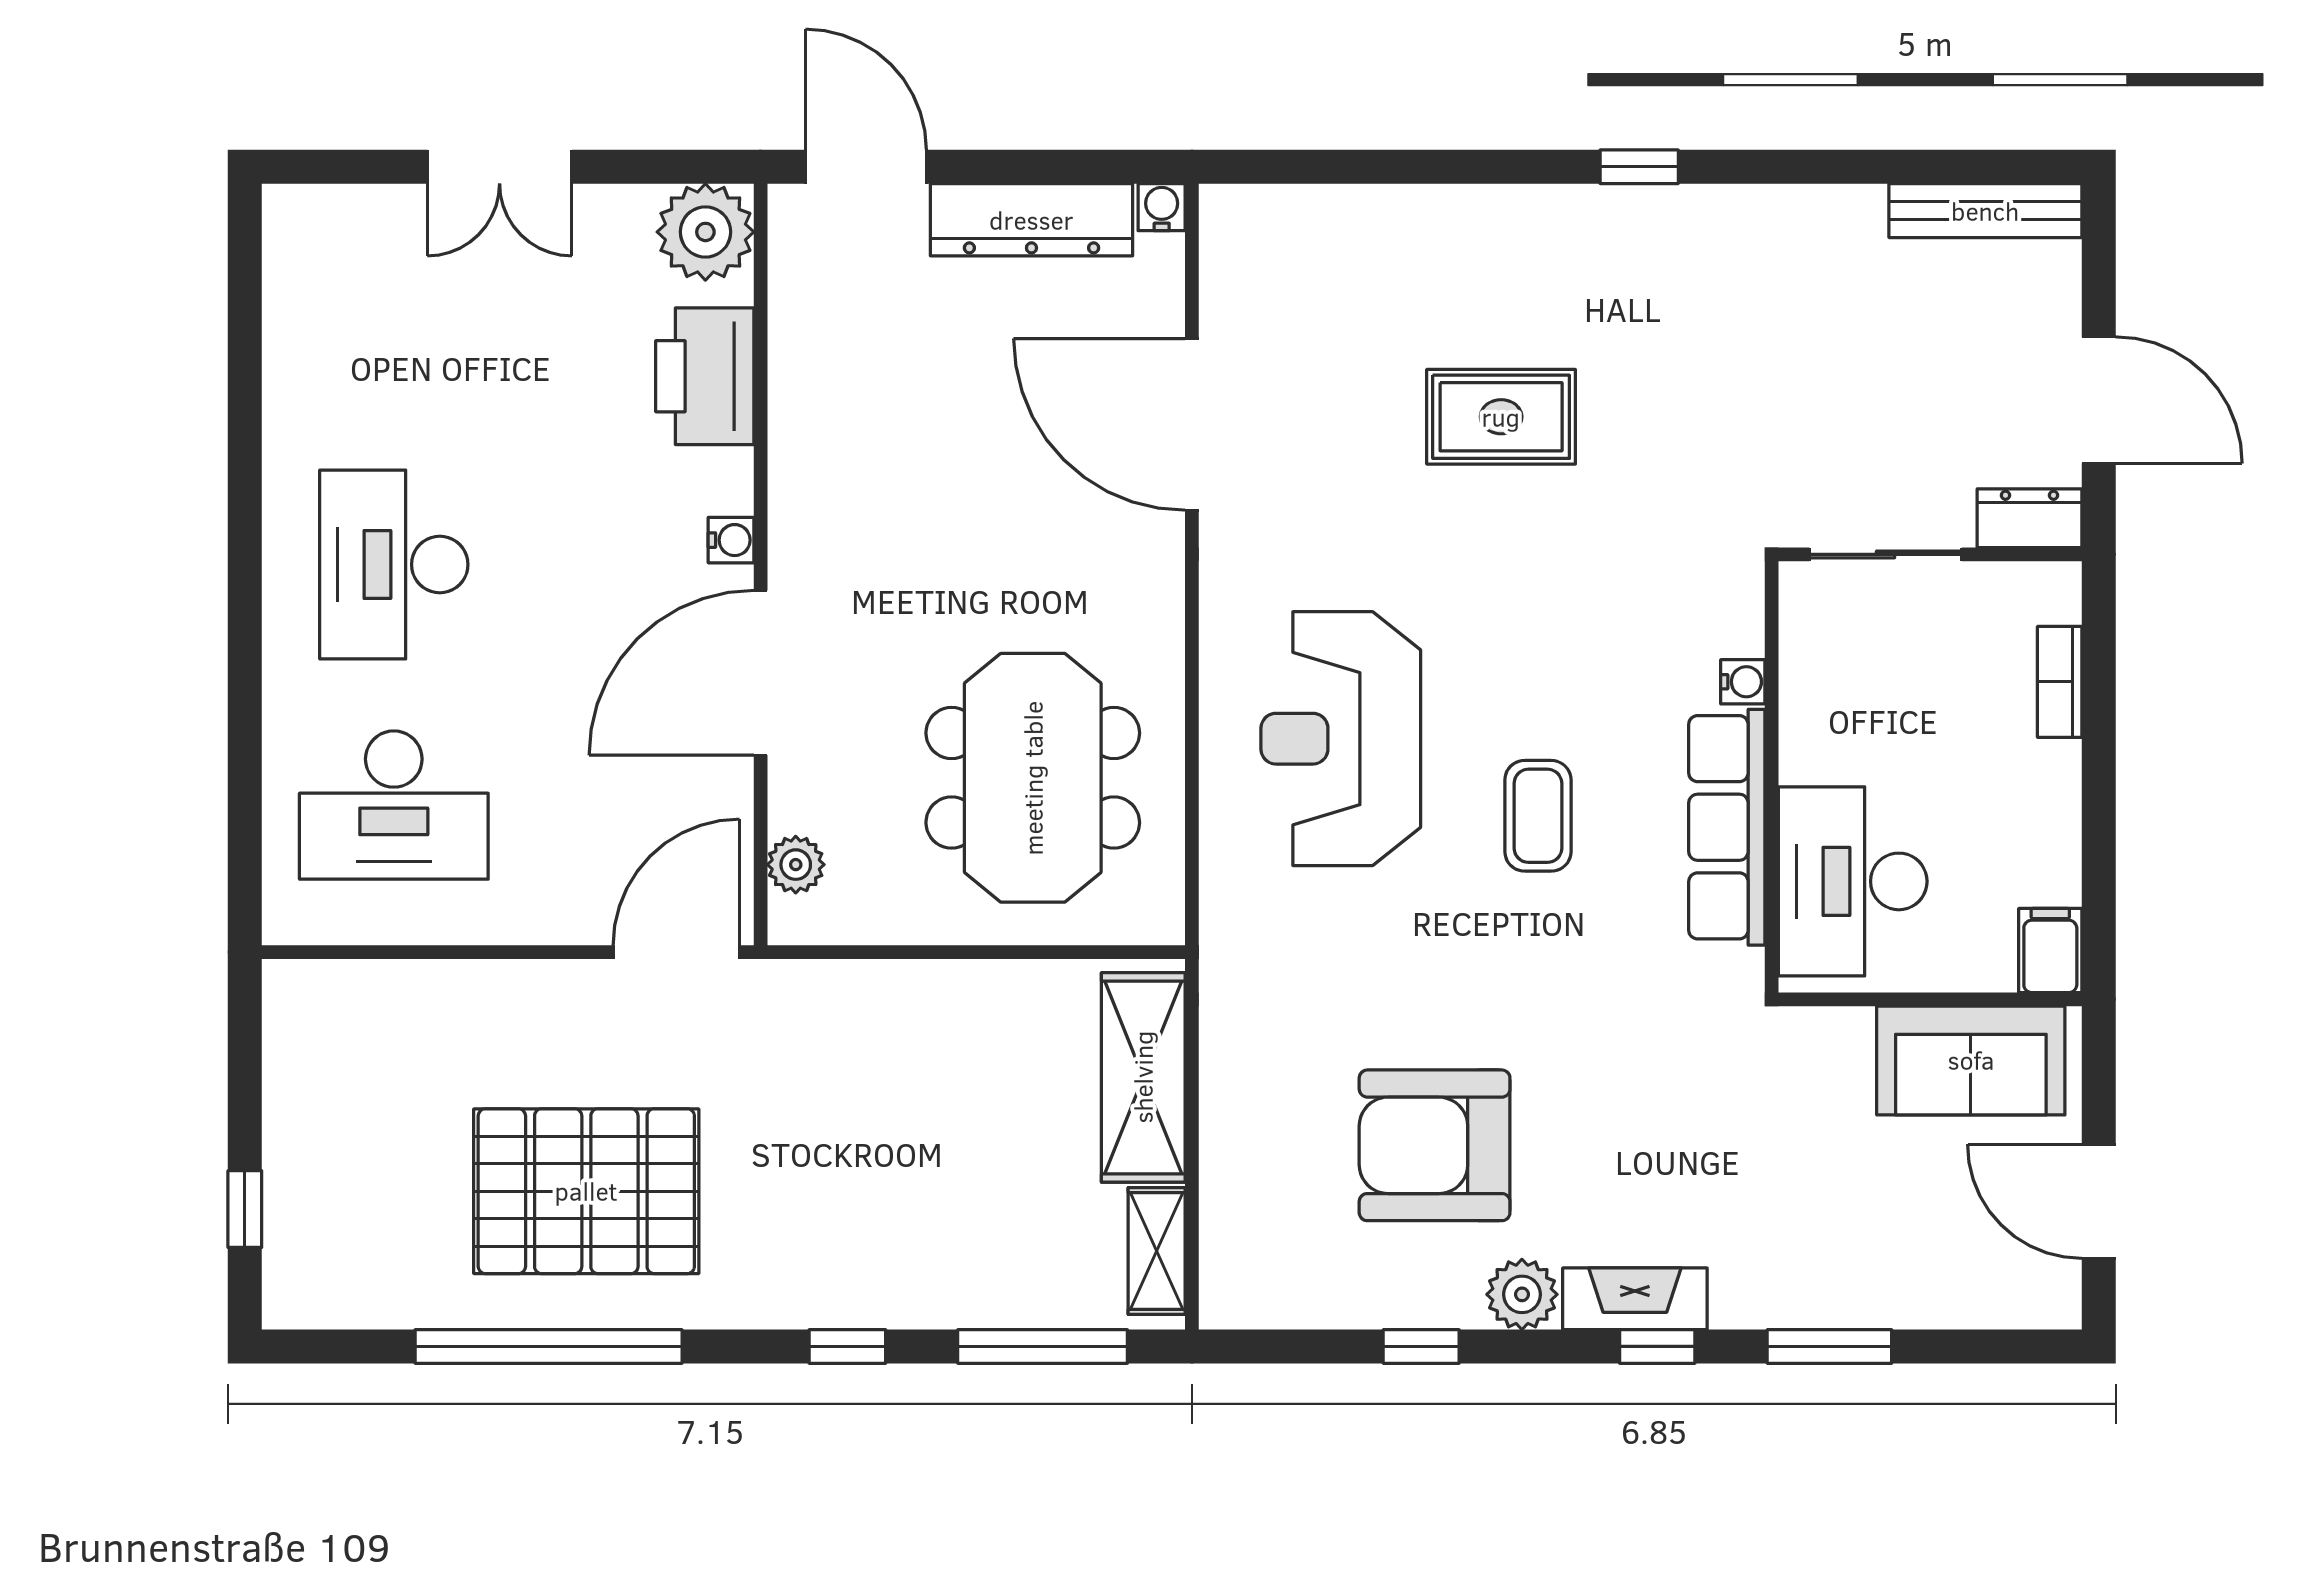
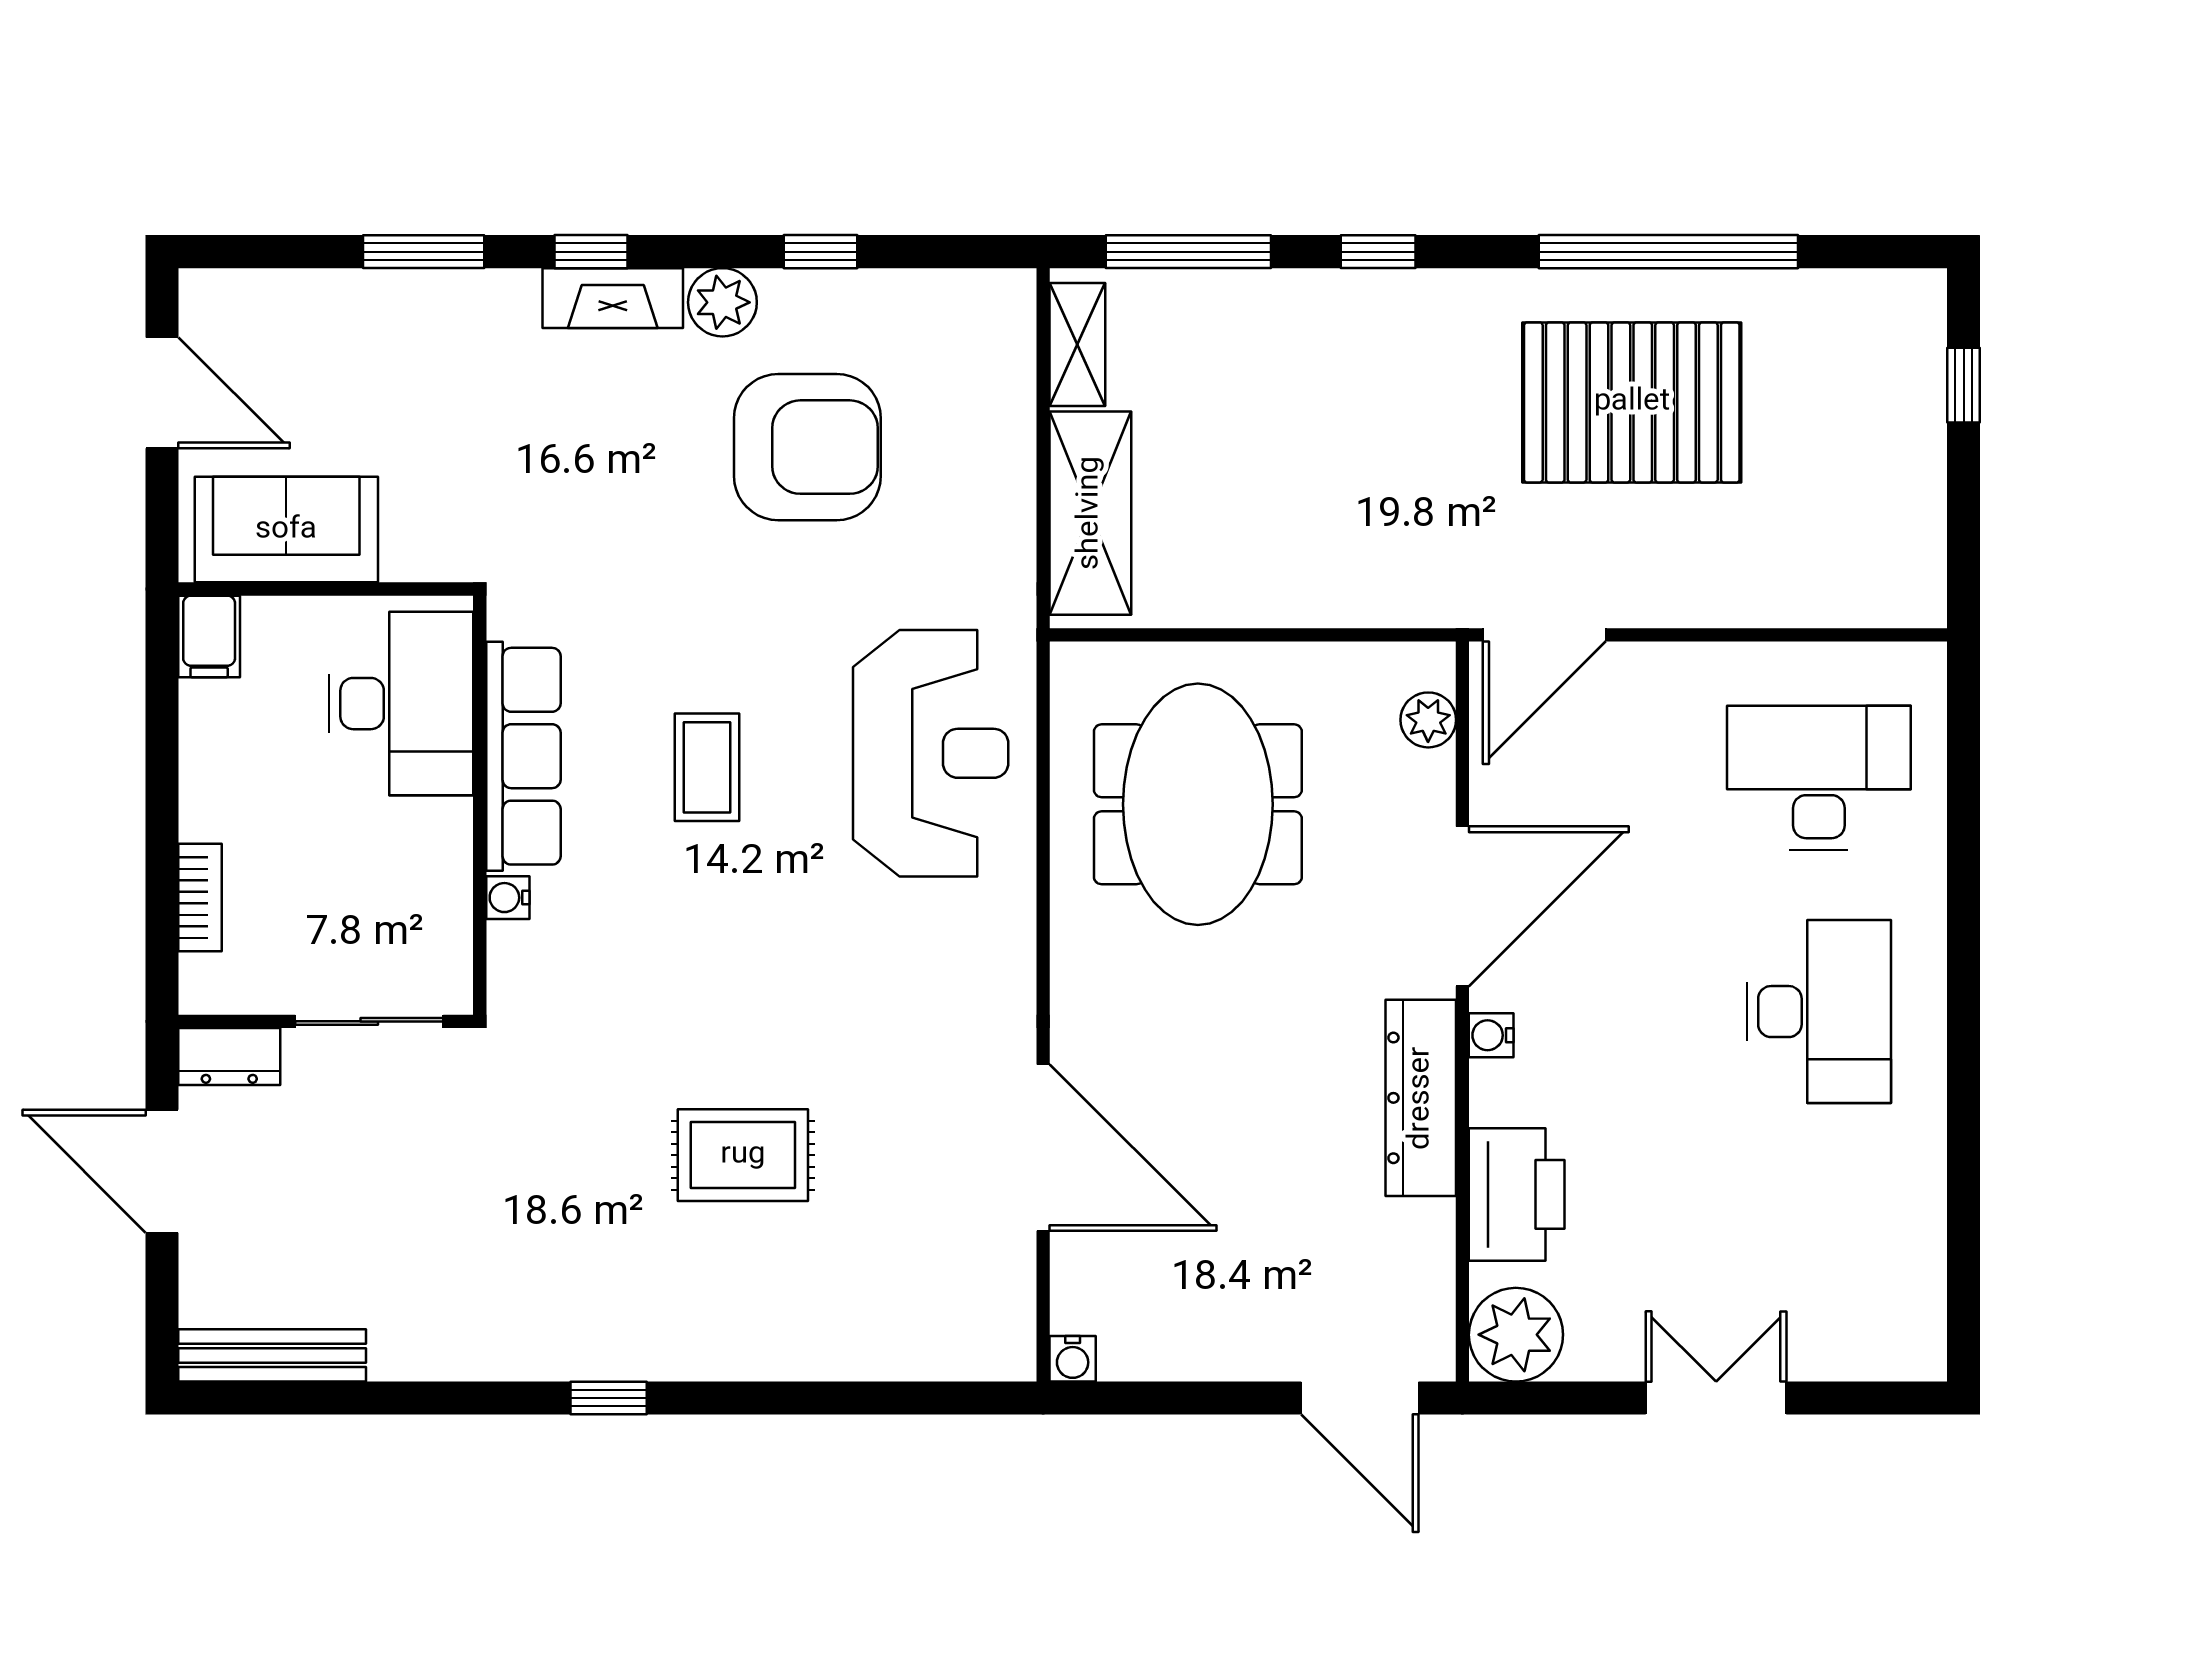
dresser: (1031, 220) -> (1421, 1098), moved, turned -90
reception desk: (1341, 739) -> (931, 753), moved

